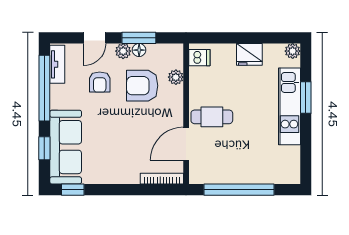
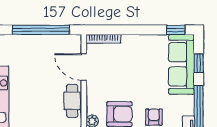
cafe table: (212, 117) -> (72, 101), moved, turned 90
door: (186, 144) -> (84, 67), swing flipped

